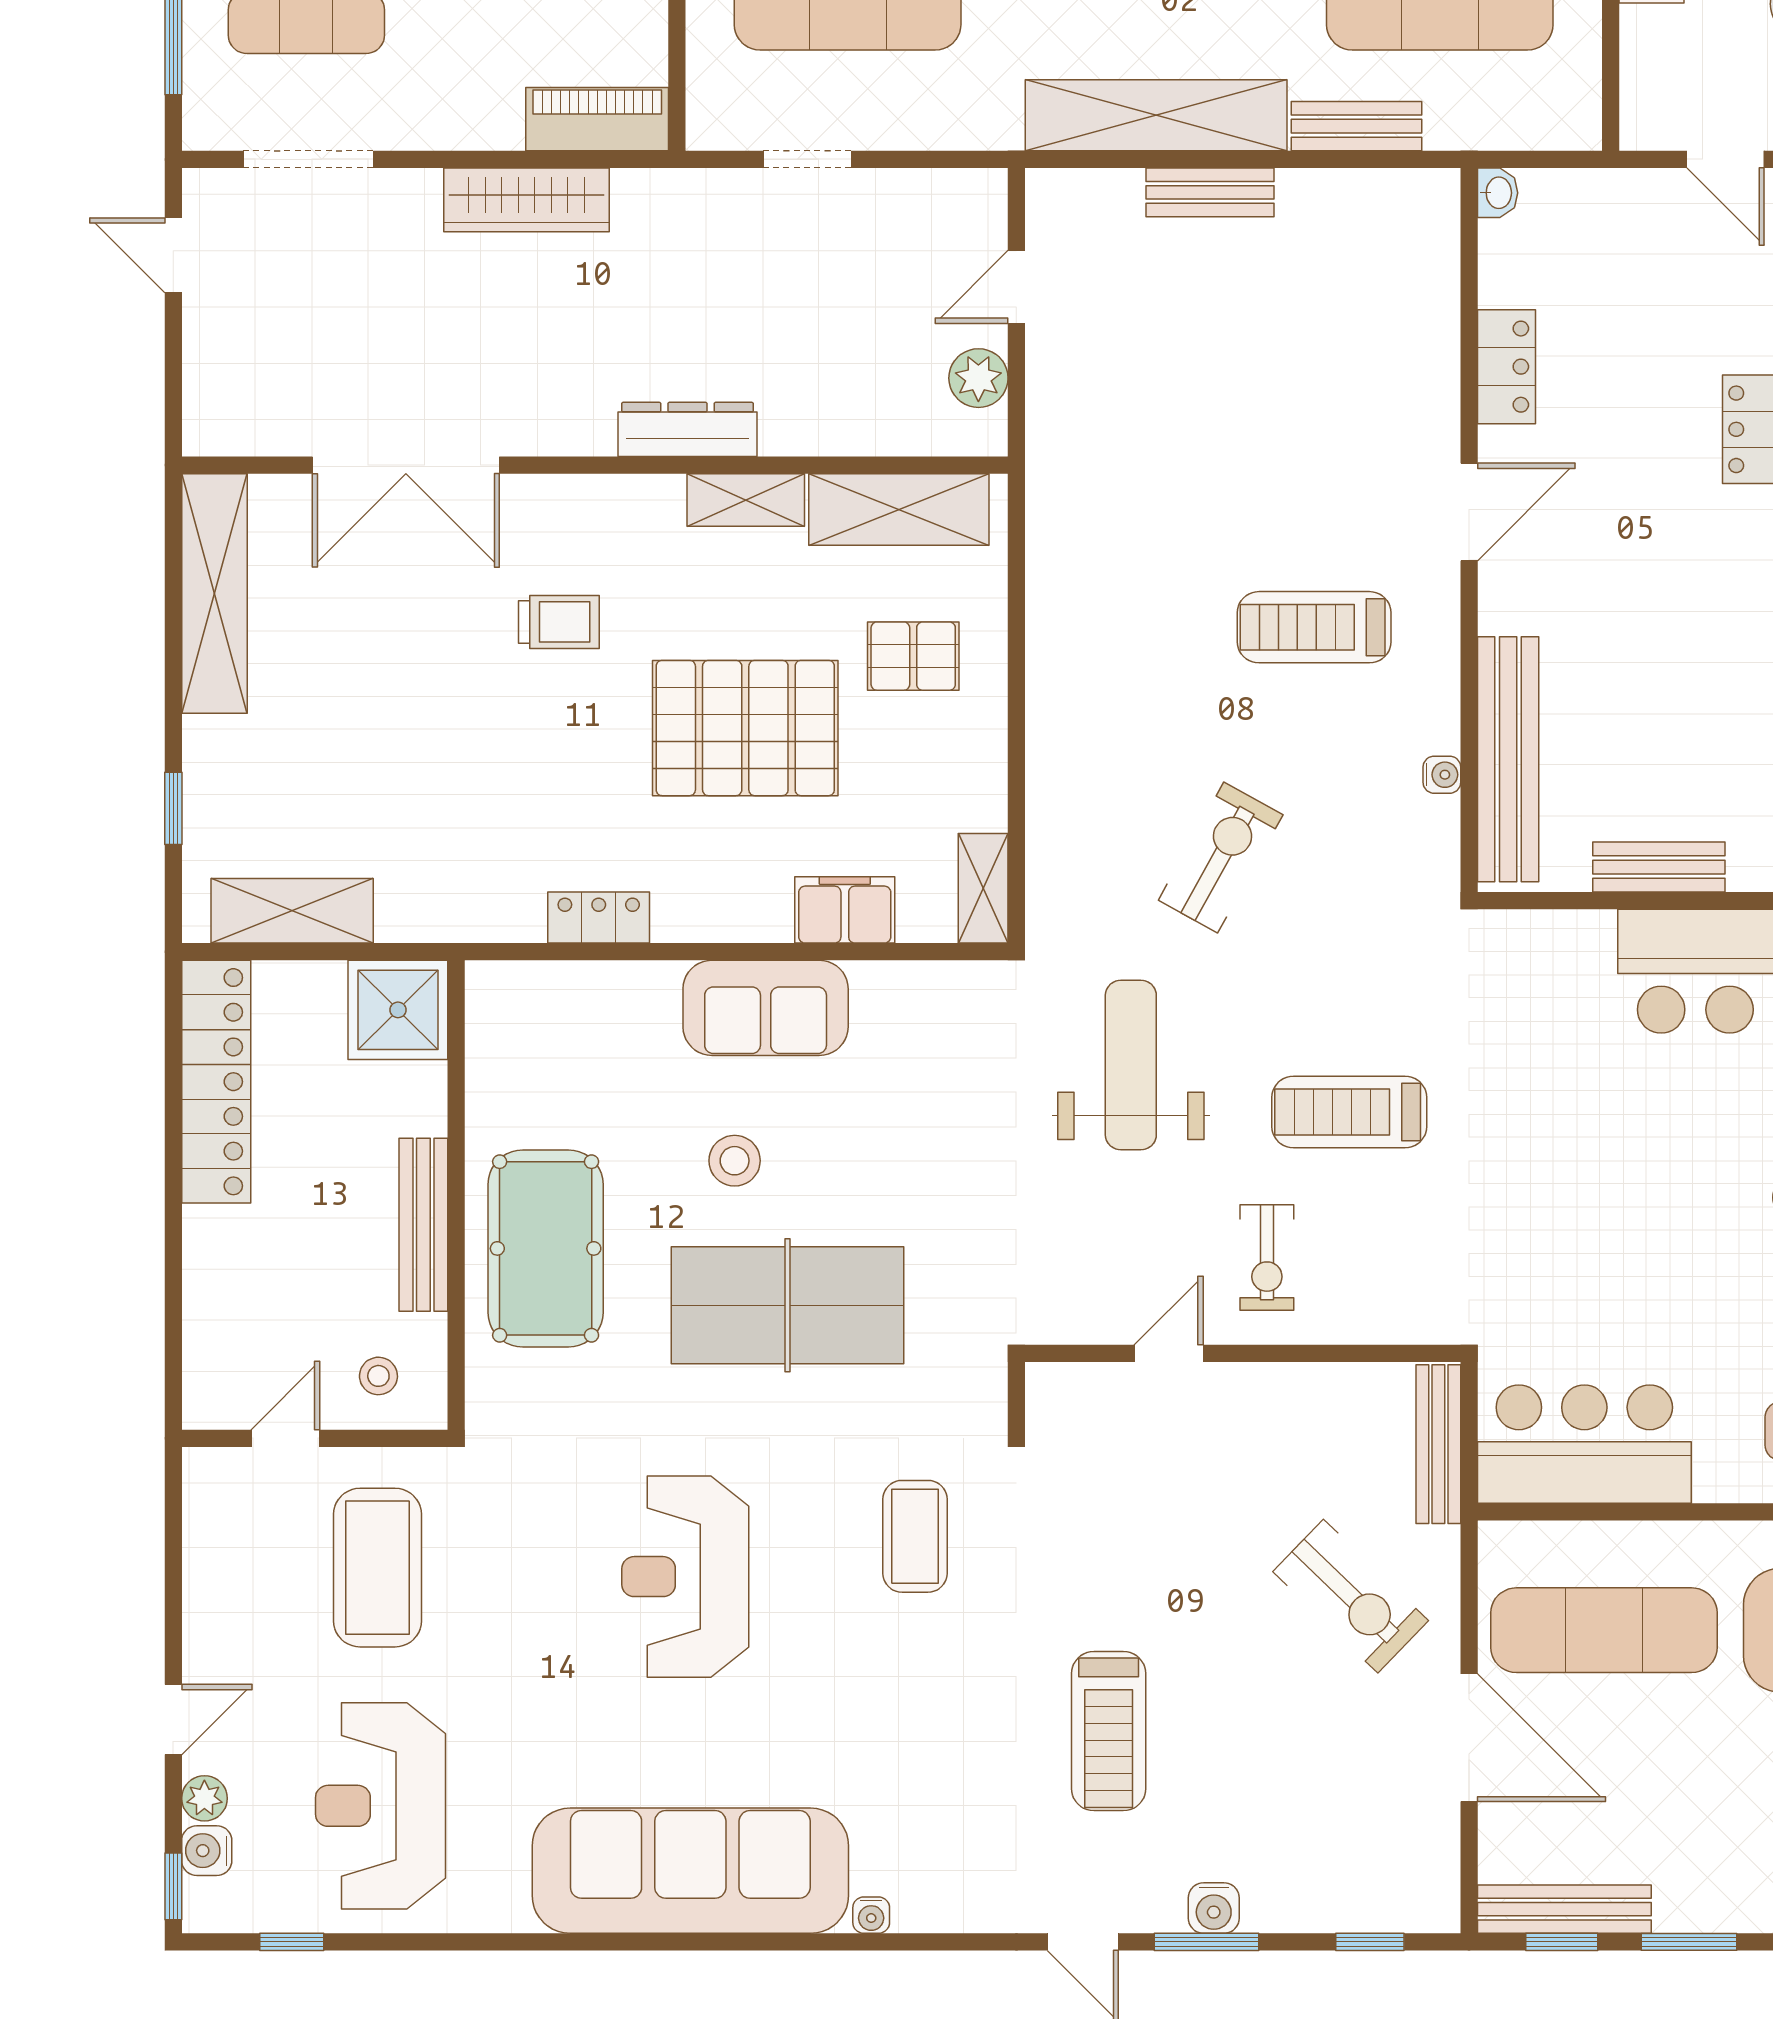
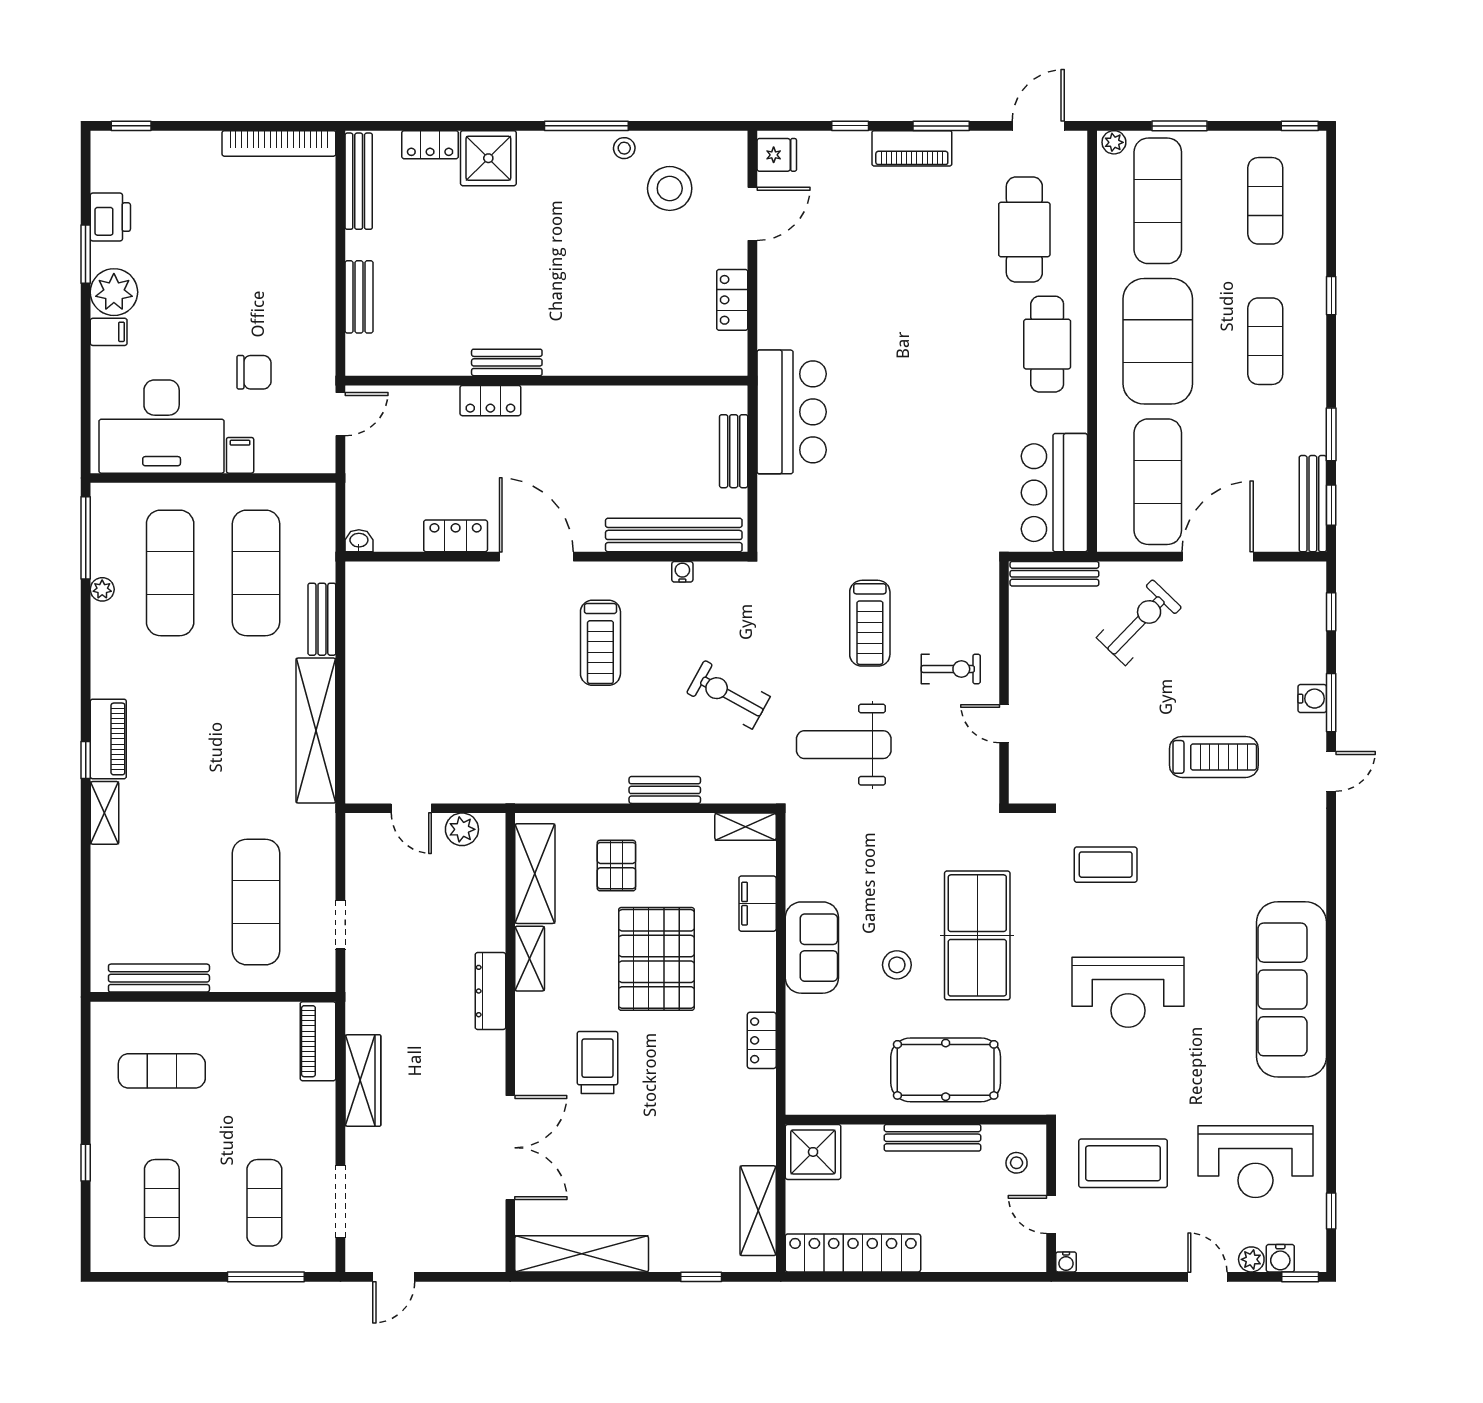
bench: (1210, 192) -> (665, 790), moved, turned 90
door: (1469, 512) -> (536, 557), width x1.36
trolley: (559, 622) -> (597, 1063), width x1.36, depth x1.39
water cooler: (871, 1915) -> (1066, 1262), moved, turned 90

